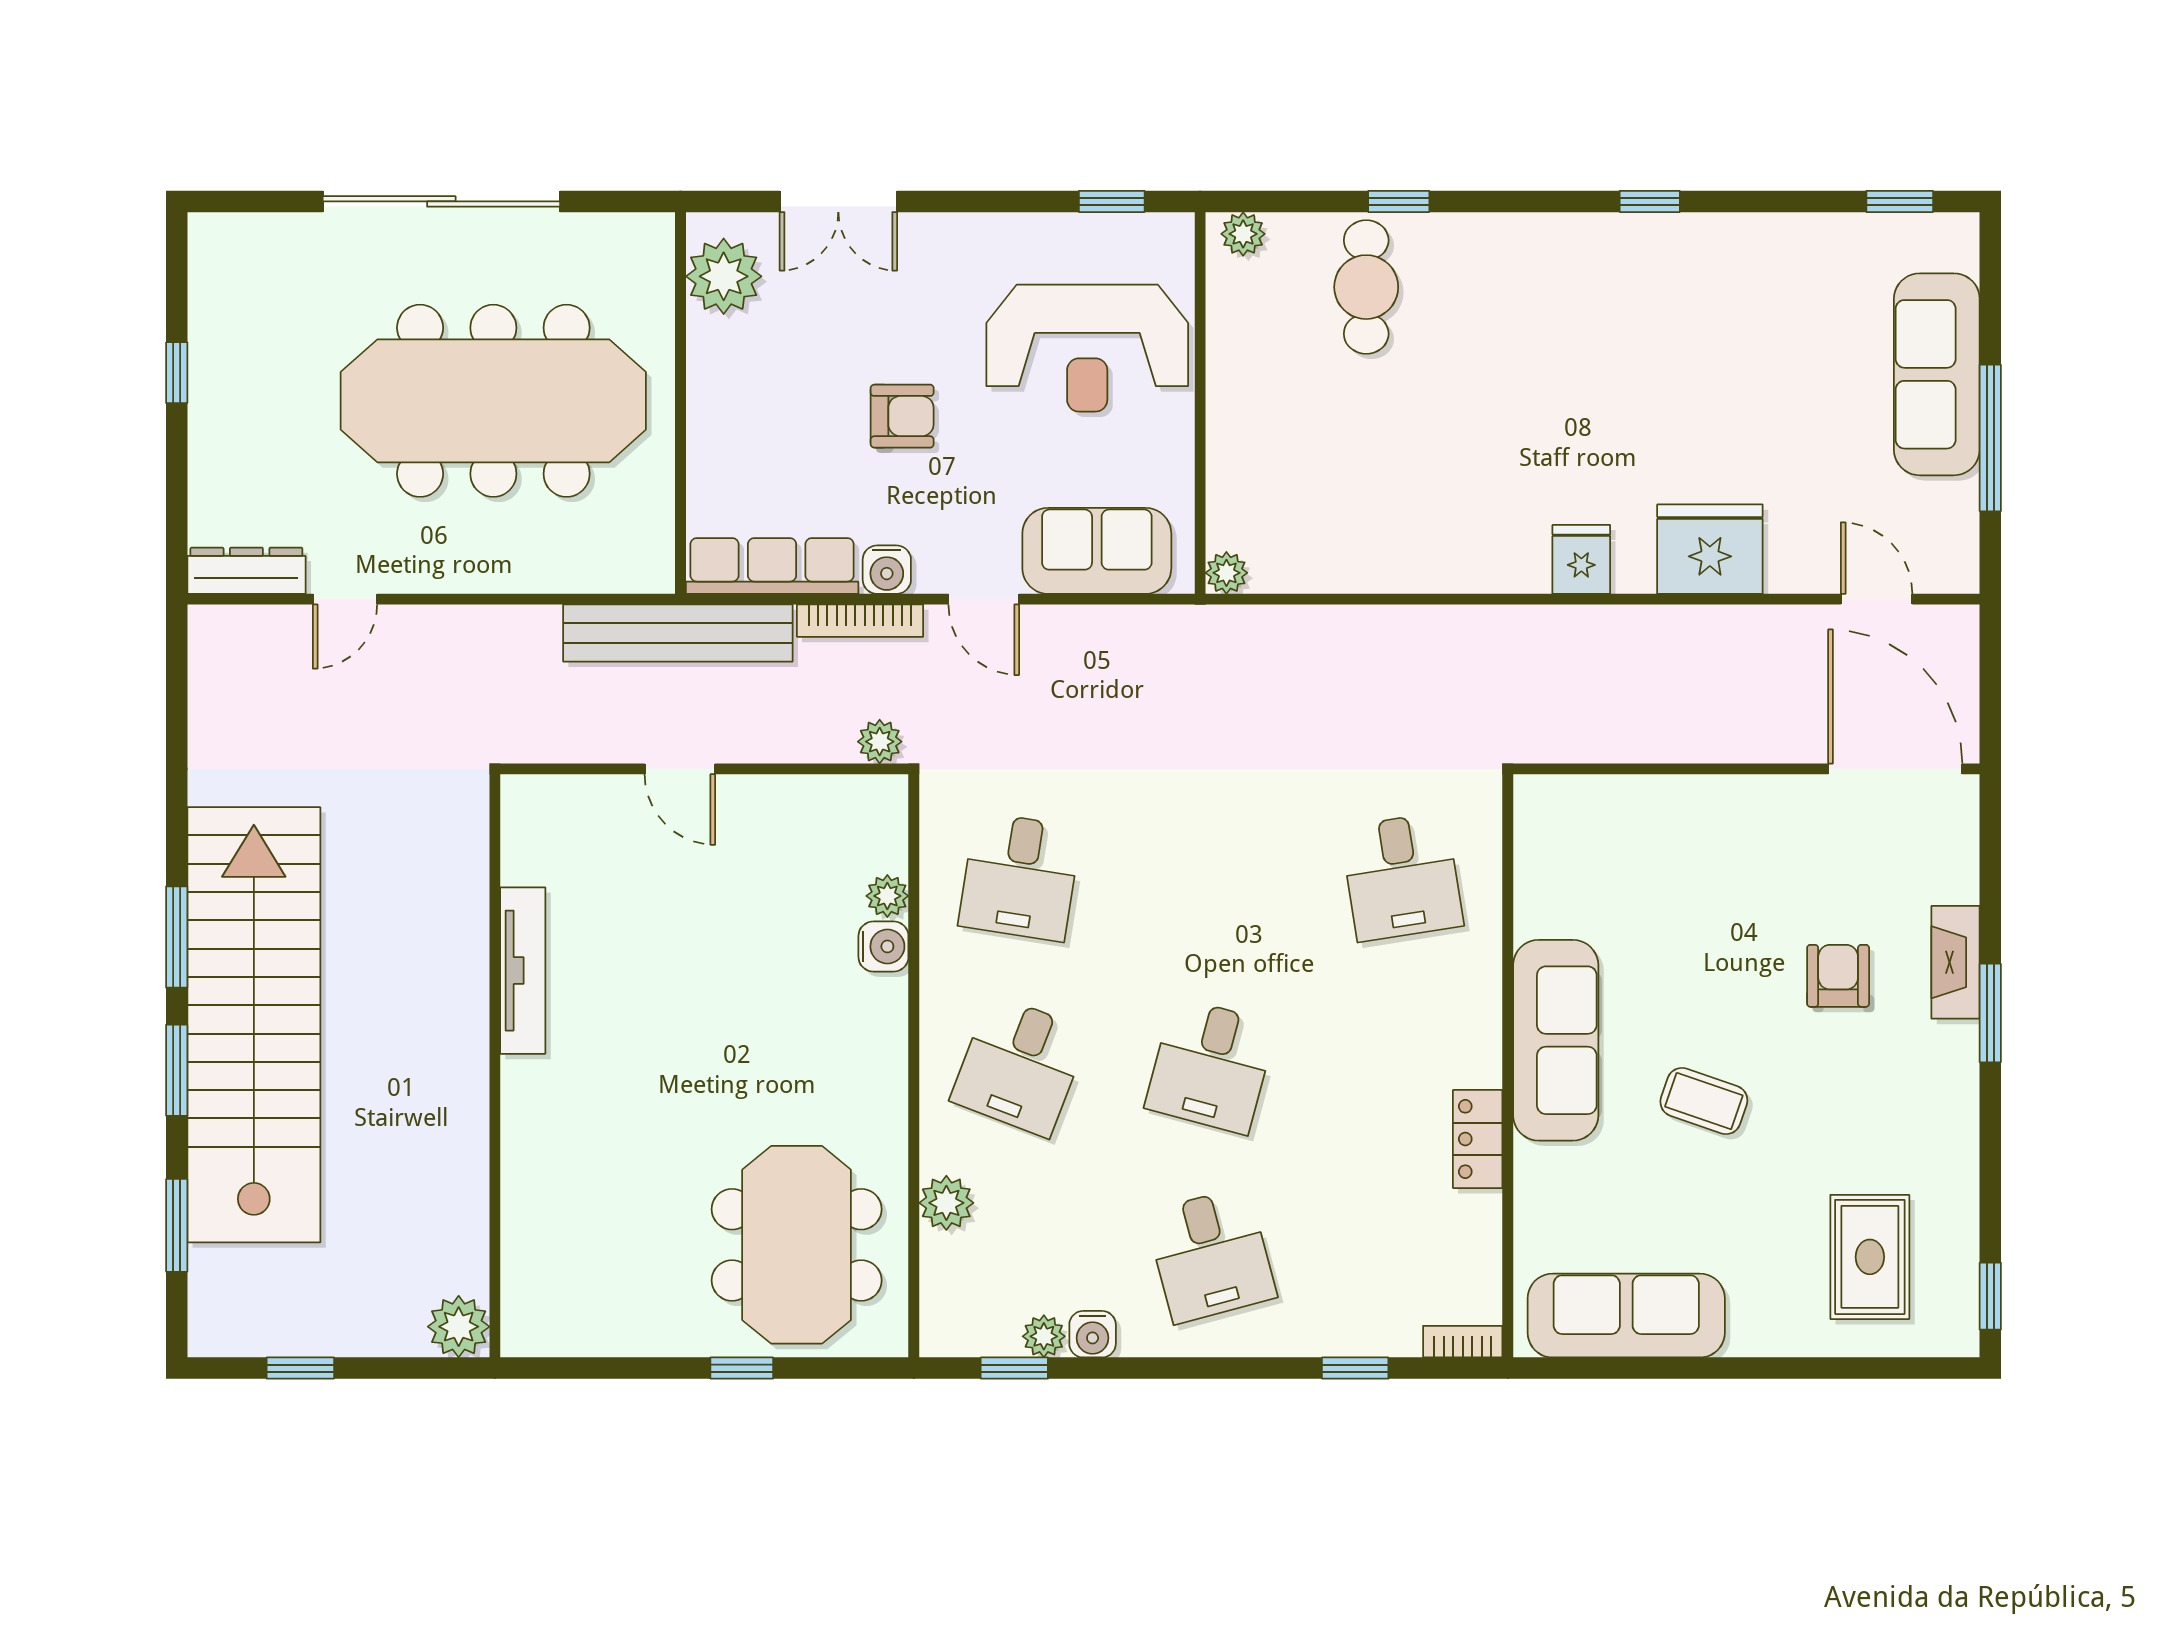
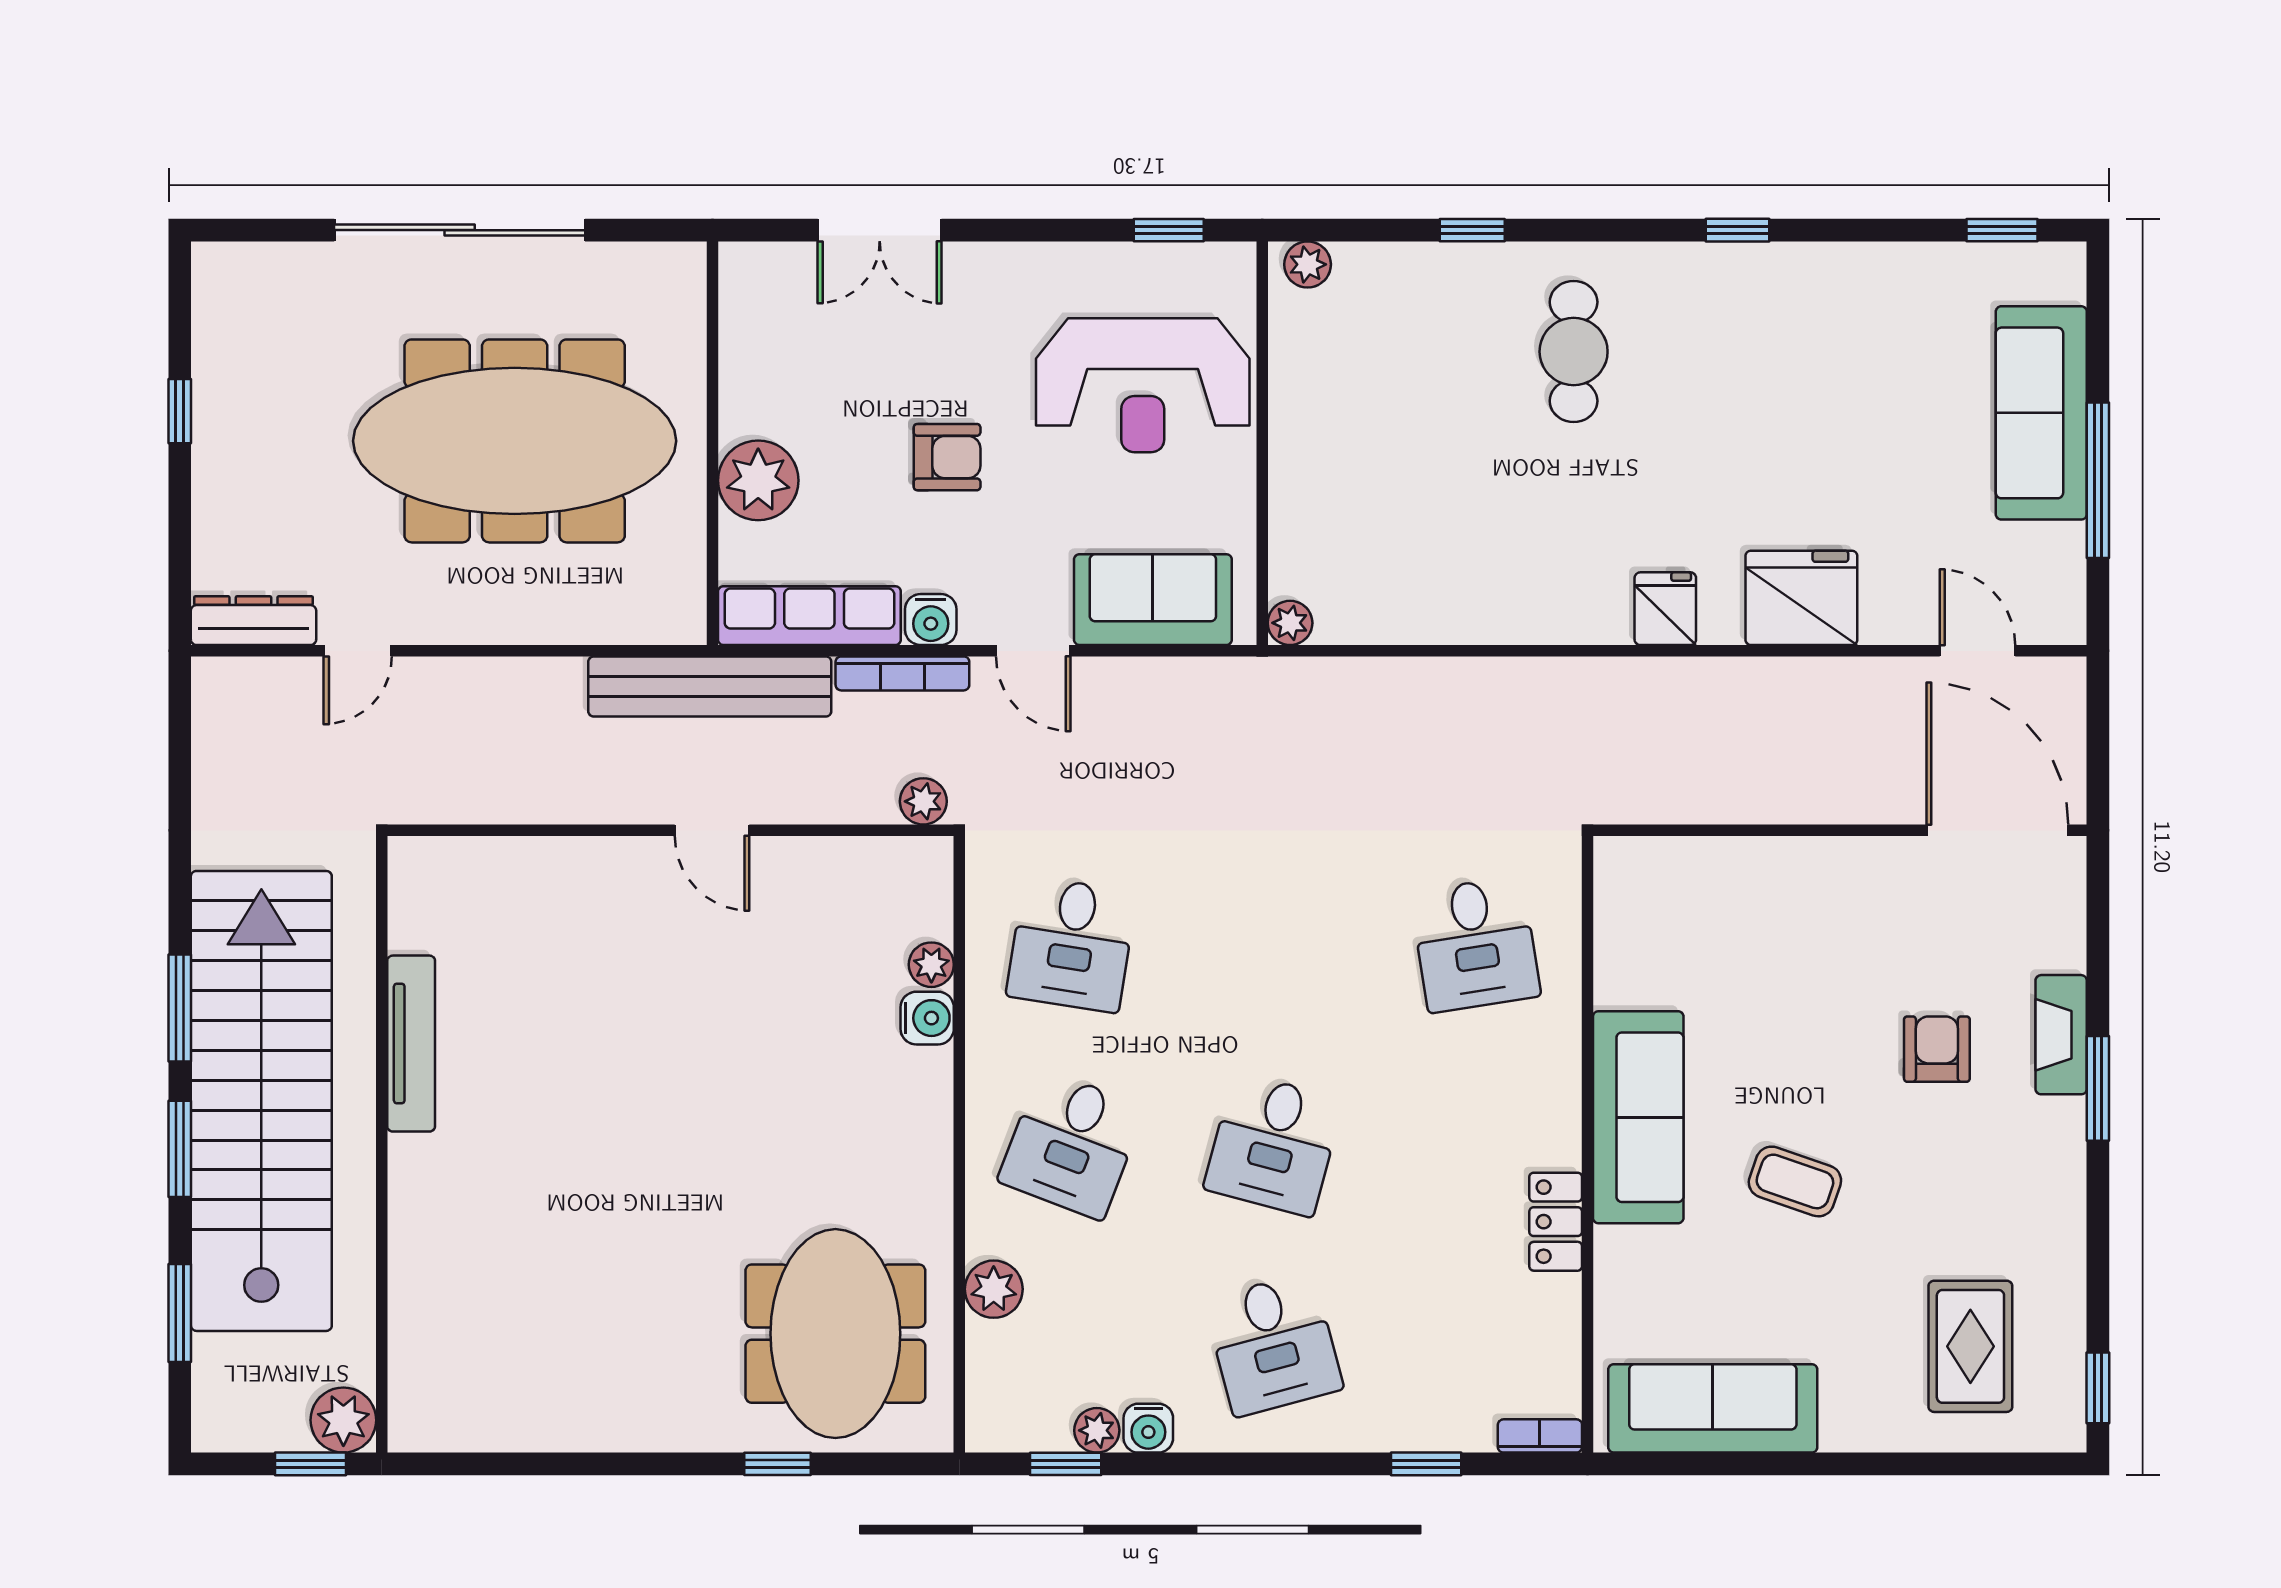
plant: (724, 276) -> (758, 480), moved
cafe table: (1366, 287) -> (1574, 352), moved
tv unit: (523, 971) -> (411, 1044), moved
wall: (495, 1066) -> (382, 1144), moved
plant: (459, 1327) -> (343, 1420), moved

